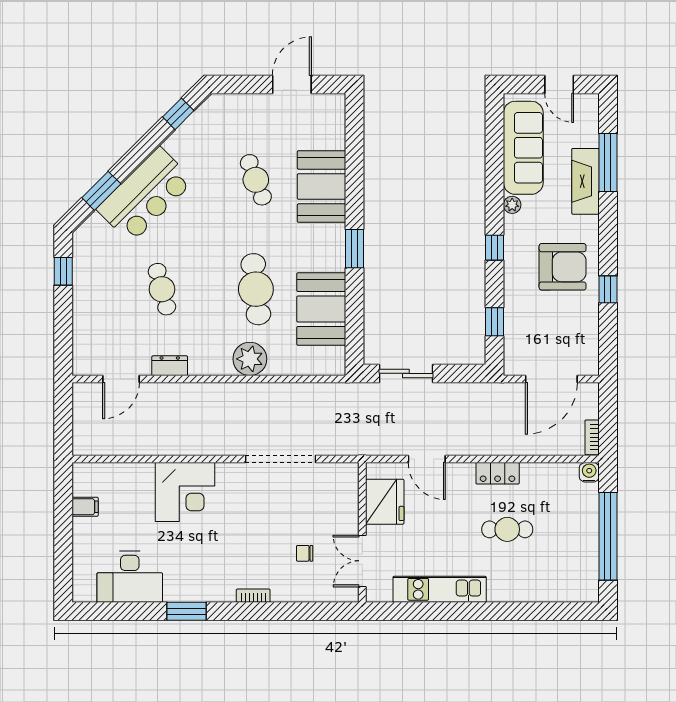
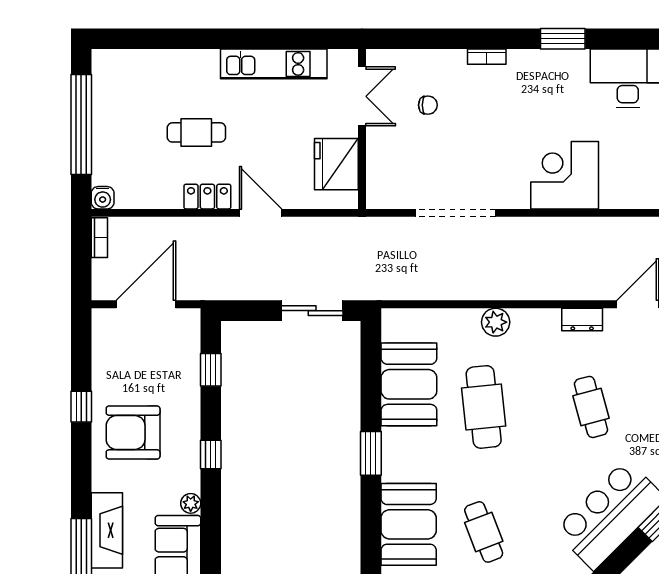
plant: (250, 359) -> (496, 322), width x0.73, depth x0.73
door: (427, 459) -> (261, 213), moved

